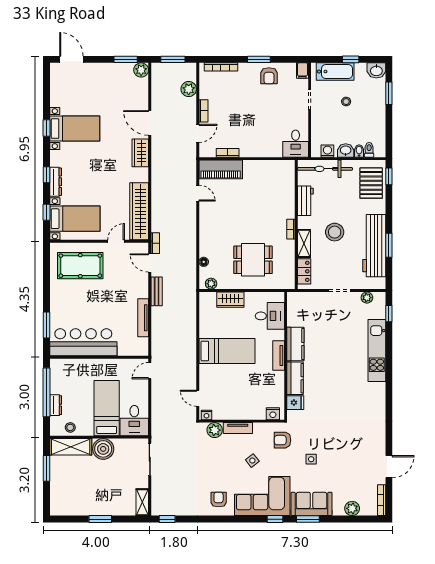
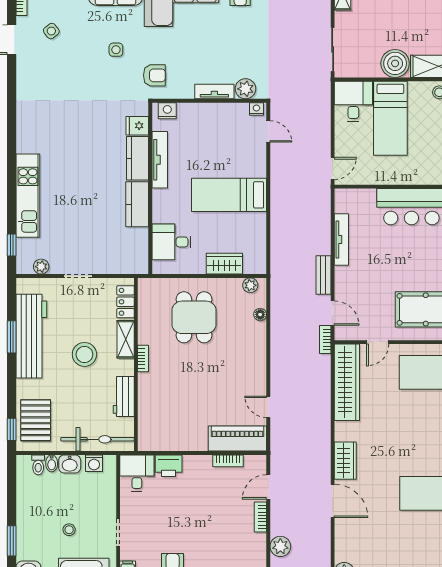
printer: (272, 149) -> (169, 466), added
dining table: (253, 260) -> (194, 317), turned 90
tv unit: (279, 356) -> (160, 160), moved, width x1.41
side table: (252, 461) -> (51, 31), moved

